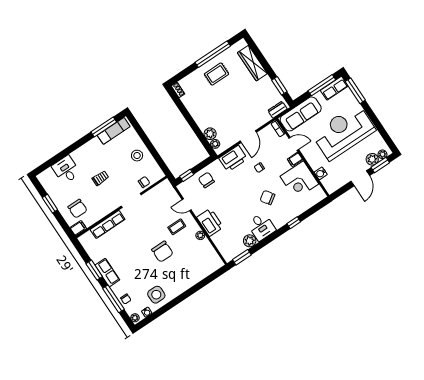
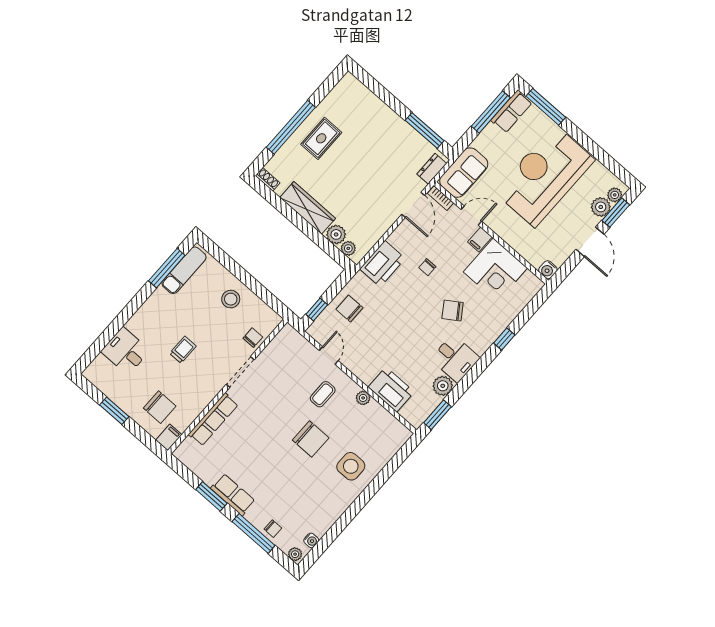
window: (213, 54) -> (291, 127), moved
wardrobe: (252, 63) -> (308, 208), moved, turned 180
window: (279, 86) -> (425, 130), width x1.44
sofa: (301, 114) -> (464, 173), width x0.73
door: (248, 137) -> (413, 205), moved
water cooler: (321, 173) -> (548, 270), moved
door: (187, 205) -> (329, 356), swing flipped
printer: (210, 222) -> (391, 389), moved
side table: (156, 295) -> (351, 466), moved

